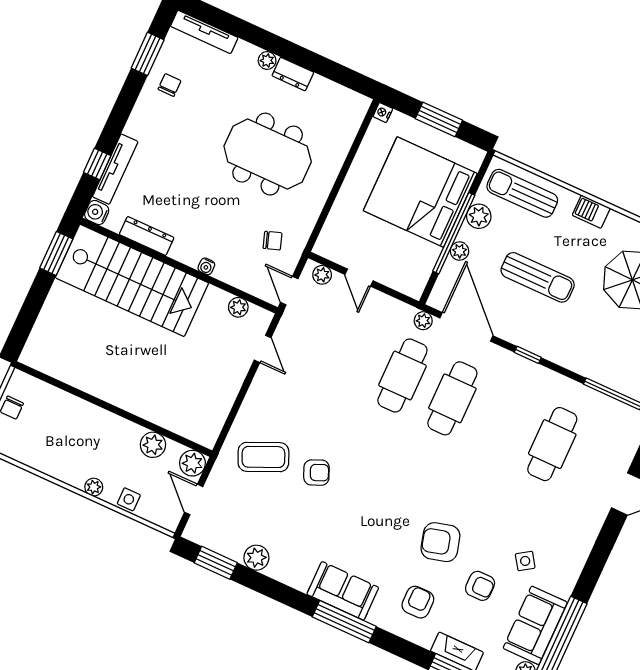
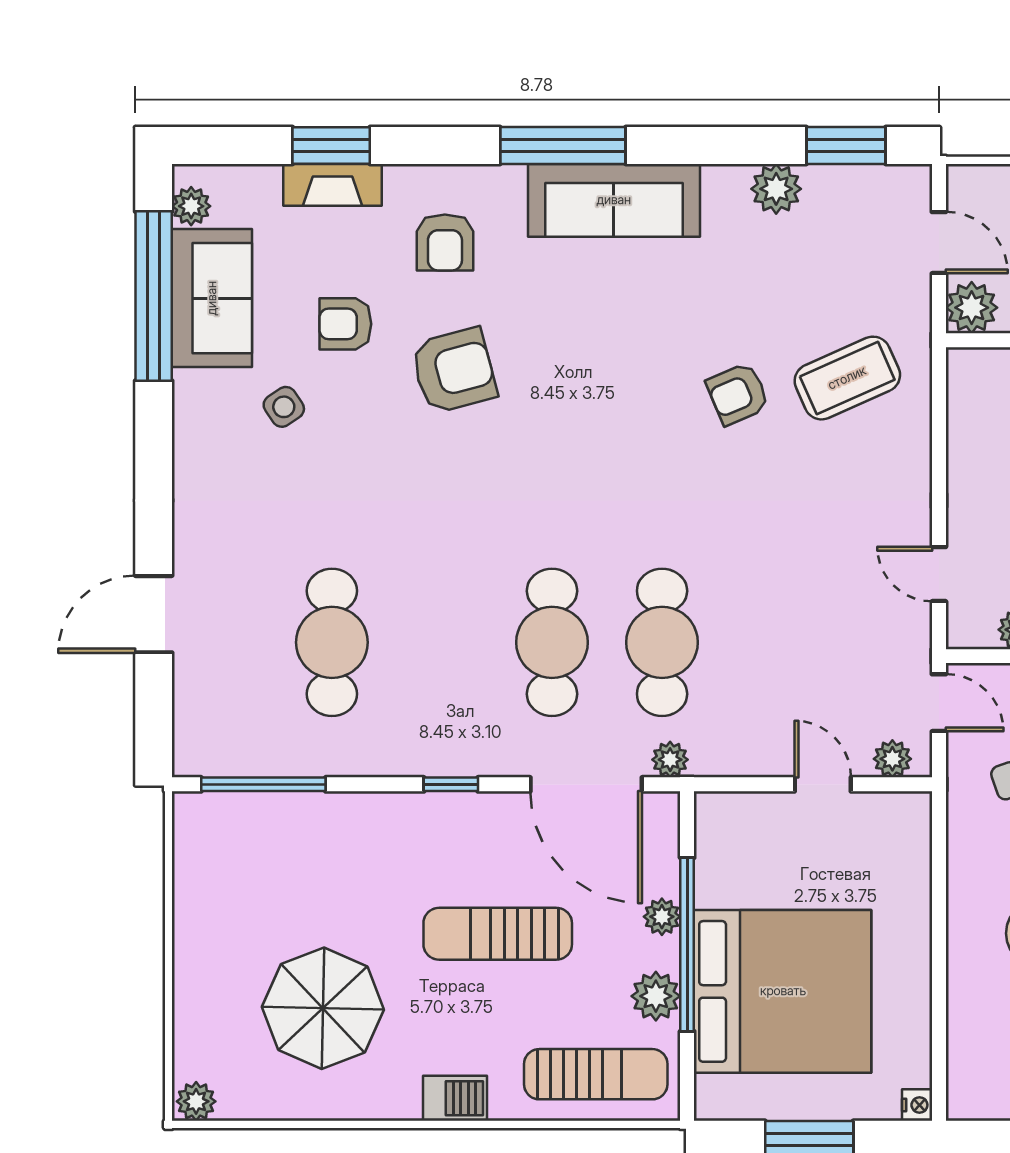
sofa: (343, 591) -> (614, 200), width x1.36

